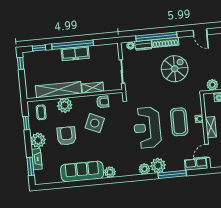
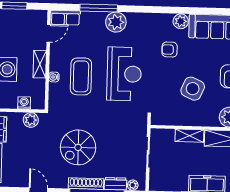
armchair: (103, 102) -> (170, 50), moved
plant: (144, 169) -> (135, 20), removed

